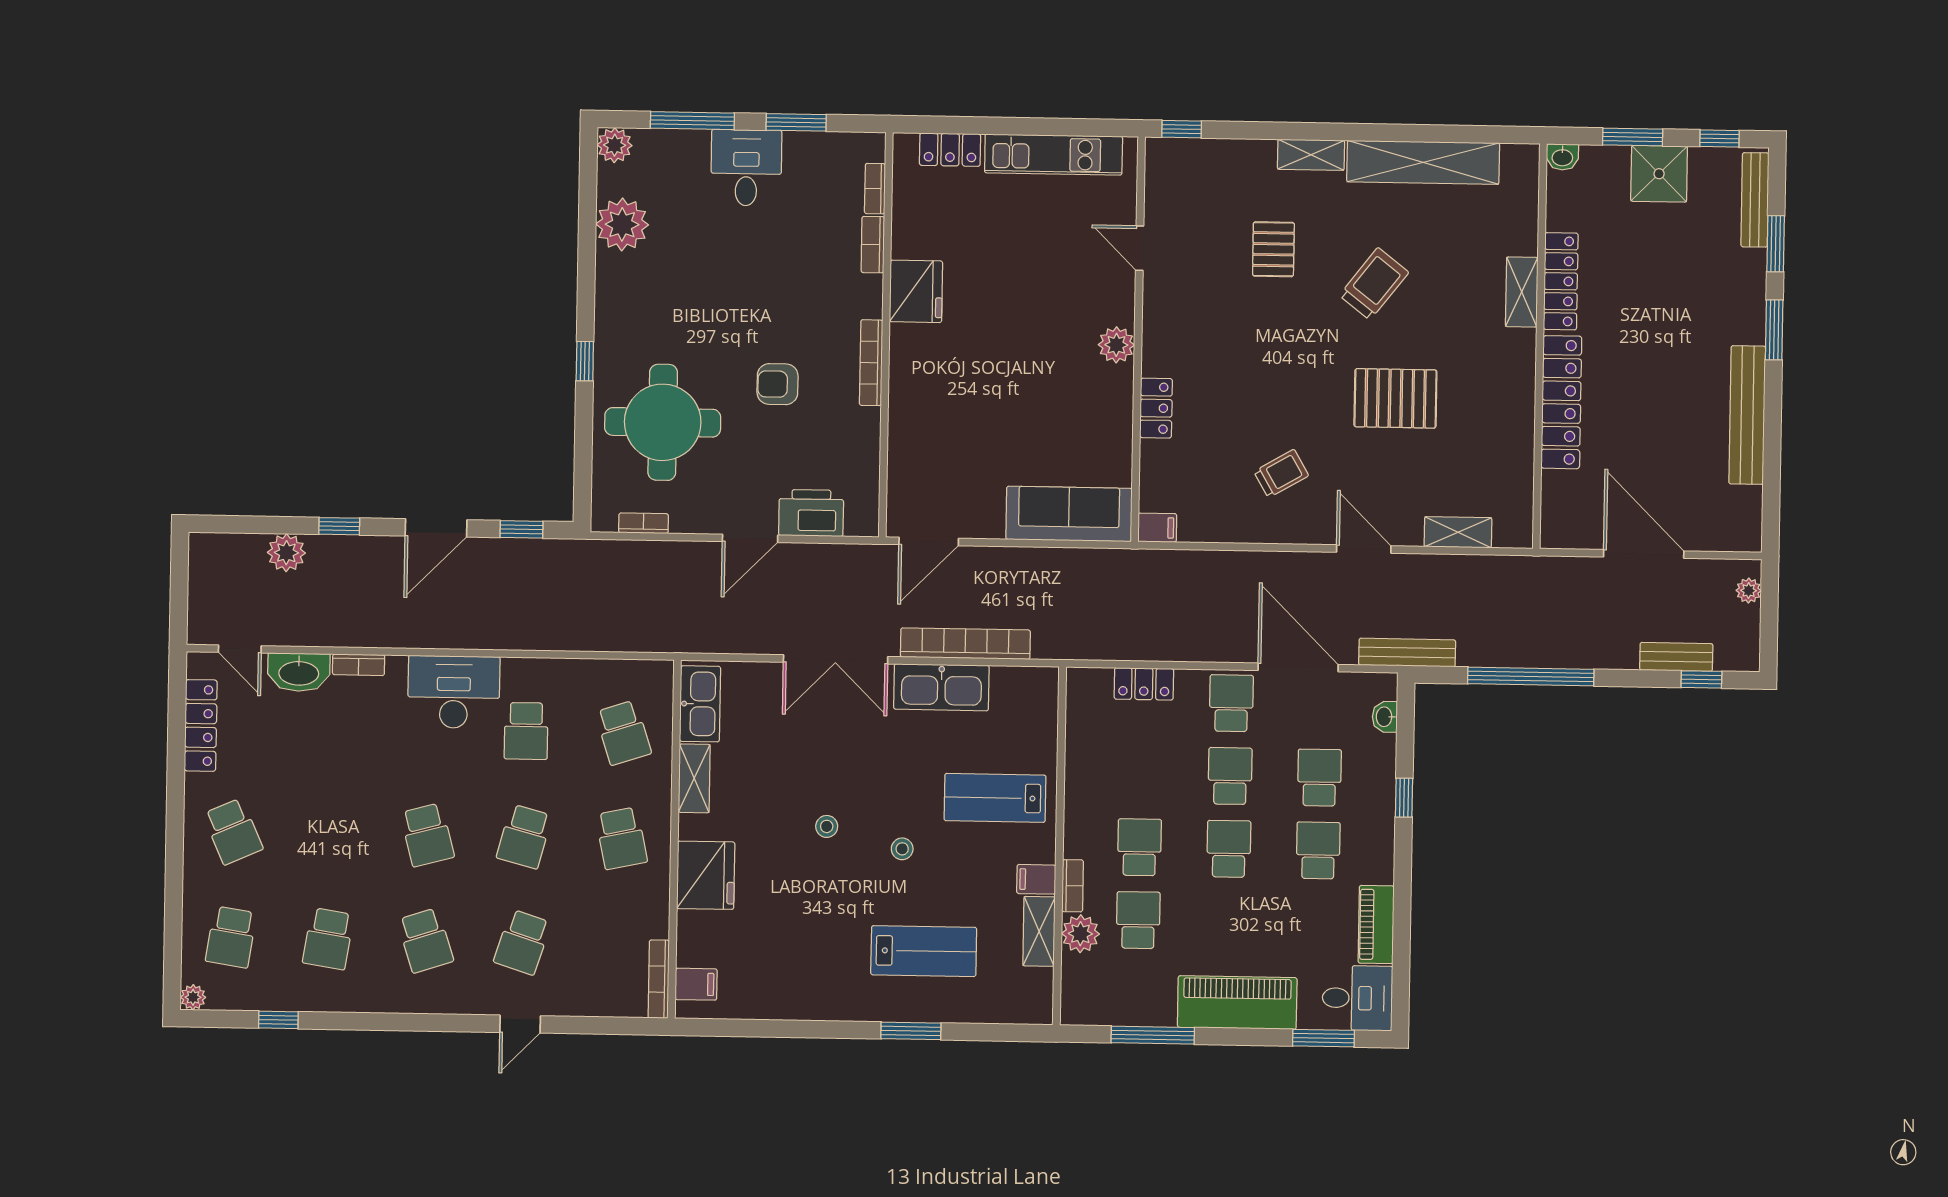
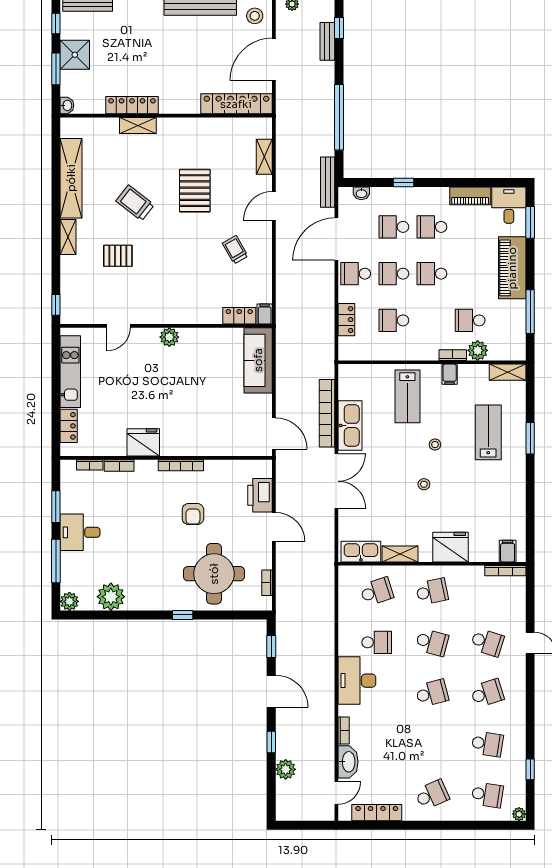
locker: (1561, 402) -> (236, 104), moved
locker: (1156, 408) -> (239, 316), moved
stool: (1727, 519) -> (255, 16), added
school desk: (1139, 847) -> (394, 320), moved
shelving: (1039, 931) -> (508, 372), moved

